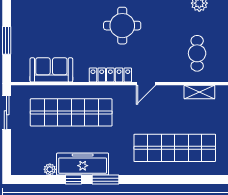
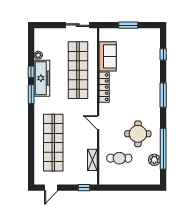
round table: (122, 26) -> (138, 134), moved
locker: (110, 75) -> (104, 87), moved

